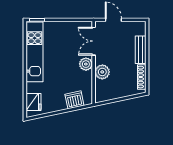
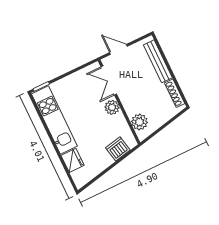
bench: (141, 50) -> (158, 61), width x1.36
plant: (102, 72) -> (139, 122), moved
fridge: (34, 102) -> (73, 160), moved

